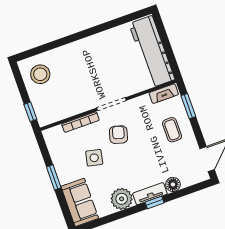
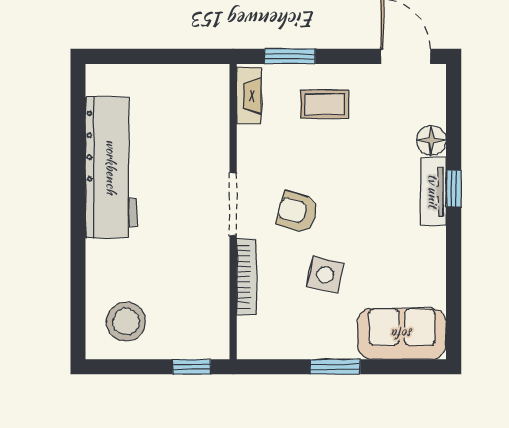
workbench: (152, 52) -> (111, 167), moved, turned -90
plant: (122, 199) -> (424, 250), removed

